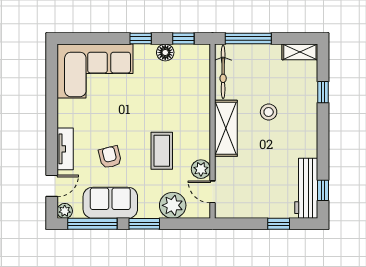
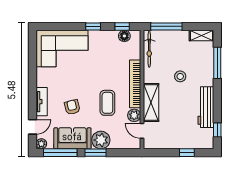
floor lamp: (165, 52) -> (124, 36), moved
window: (323, 92) -> (217, 63), width x2.17
bookcase: (202, 123) -> (135, 84), added
shelving: (226, 128) -> (151, 102), moved
workbench: (306, 188) -> (206, 107), moved
plant: (173, 205) -> (101, 140), moved

